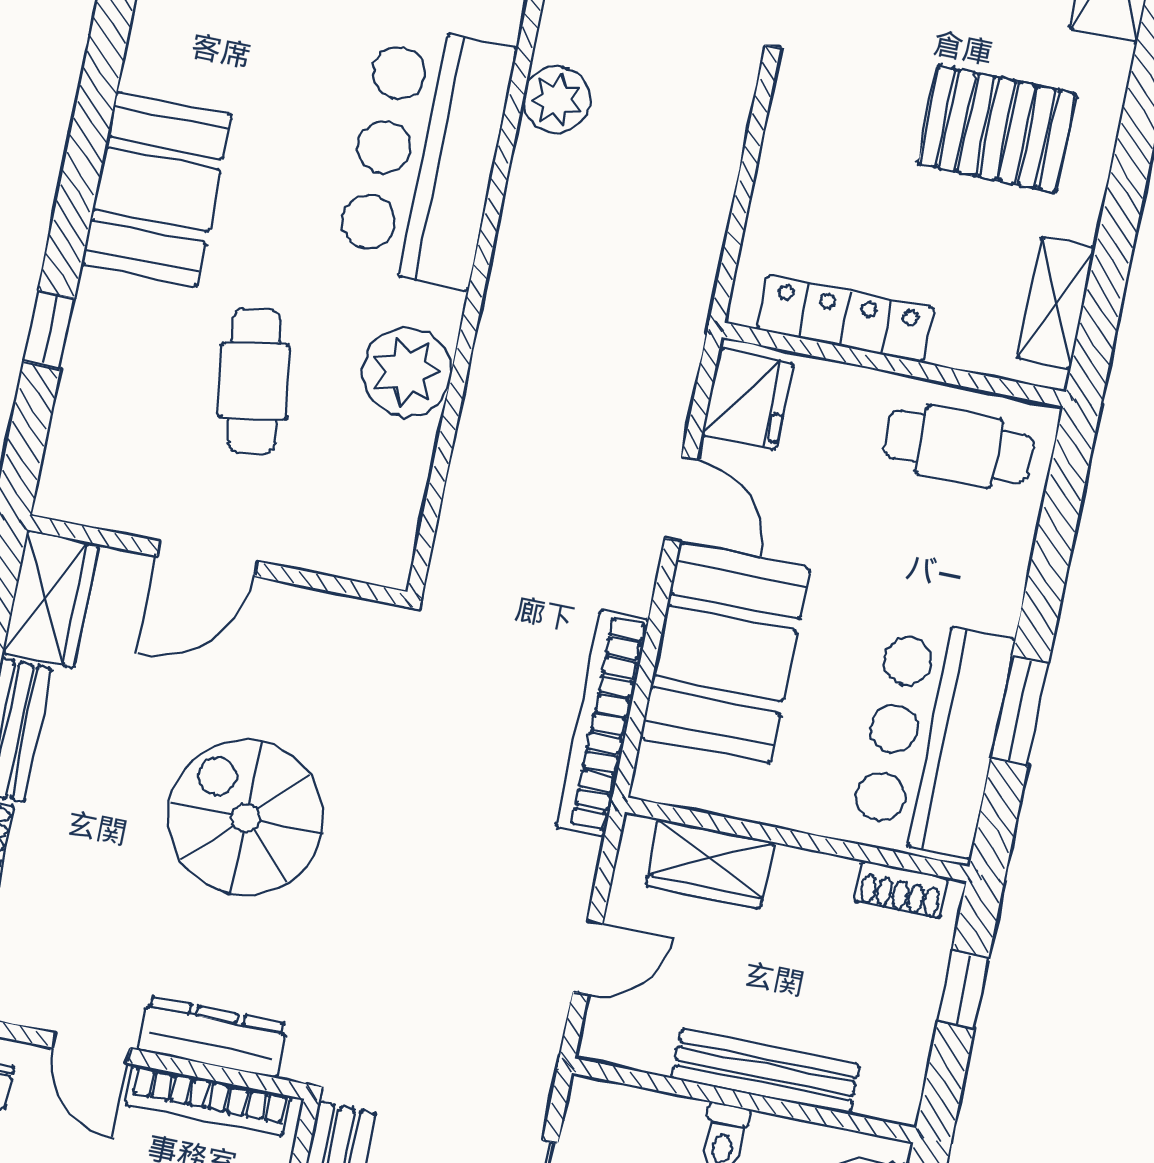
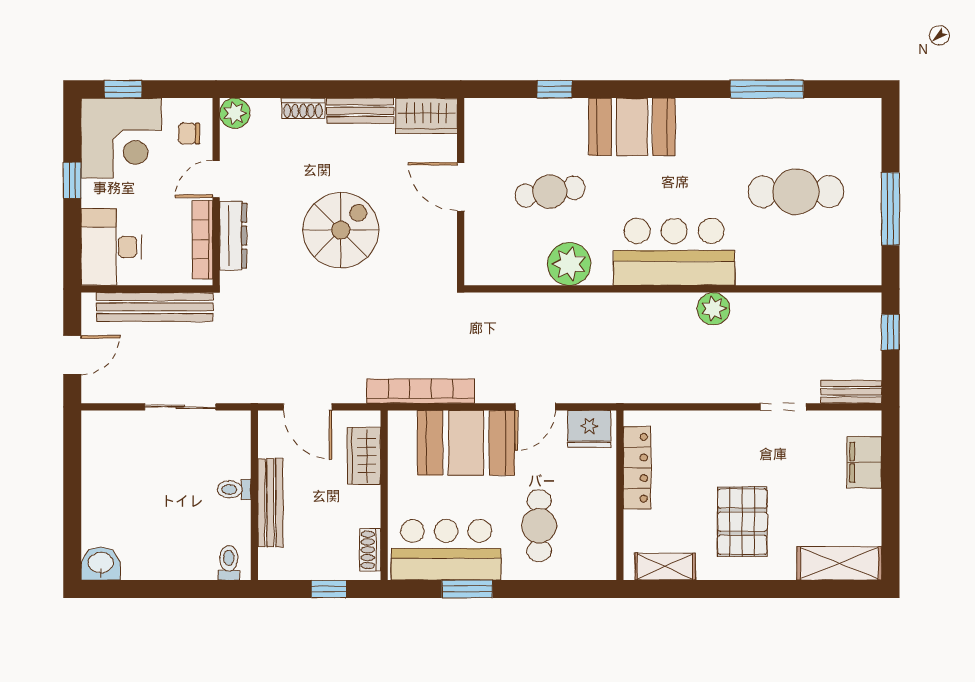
cafe table: (959, 446) -> (539, 526), moved
door: (588, 957) -> (307, 407), width x1.38

